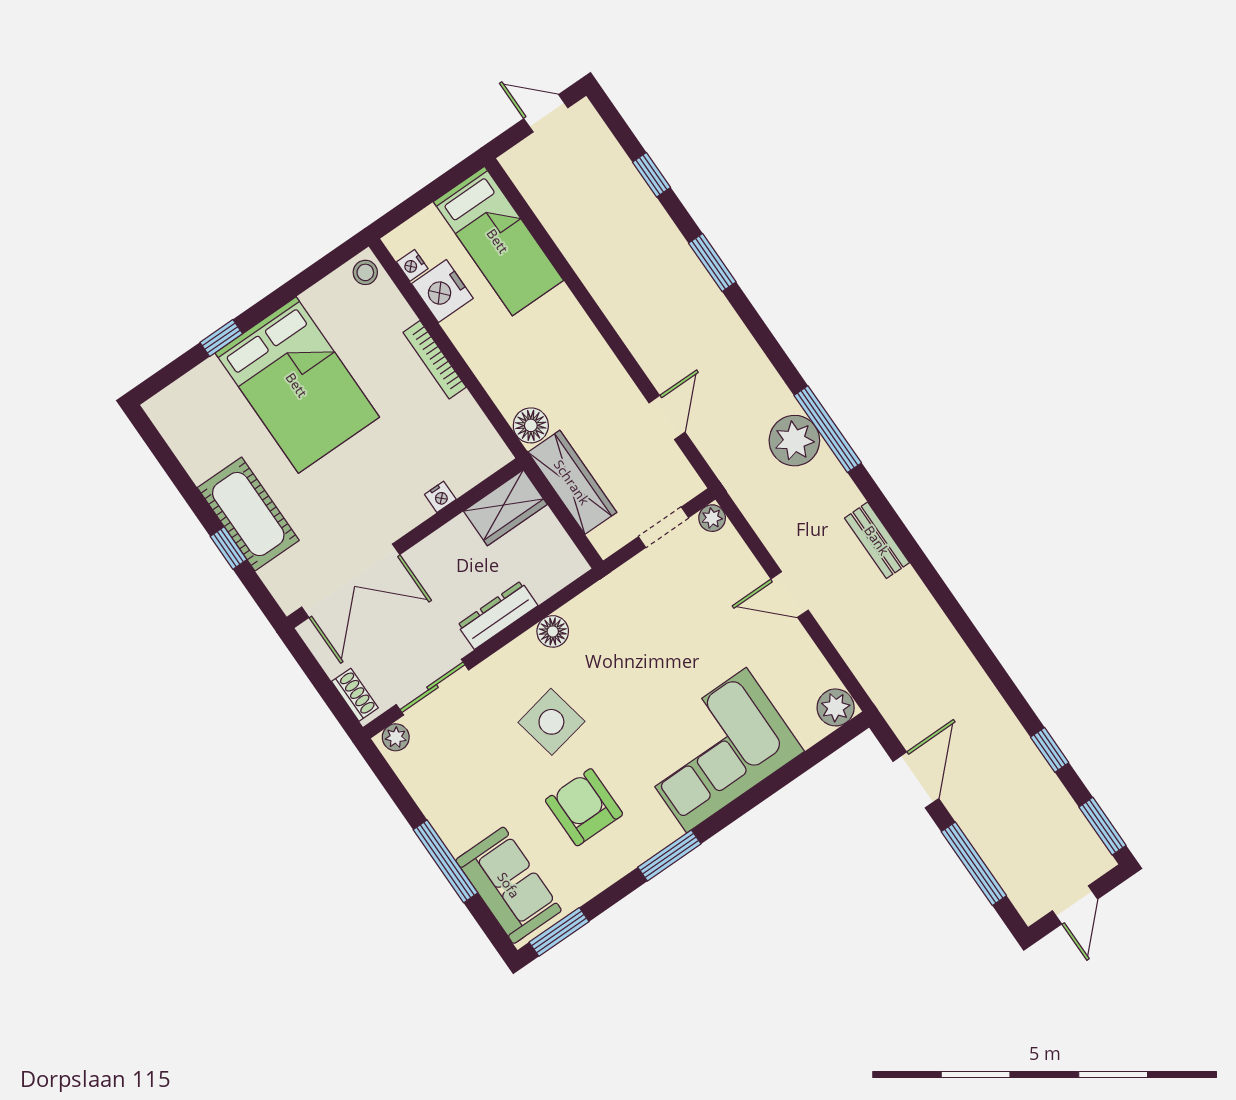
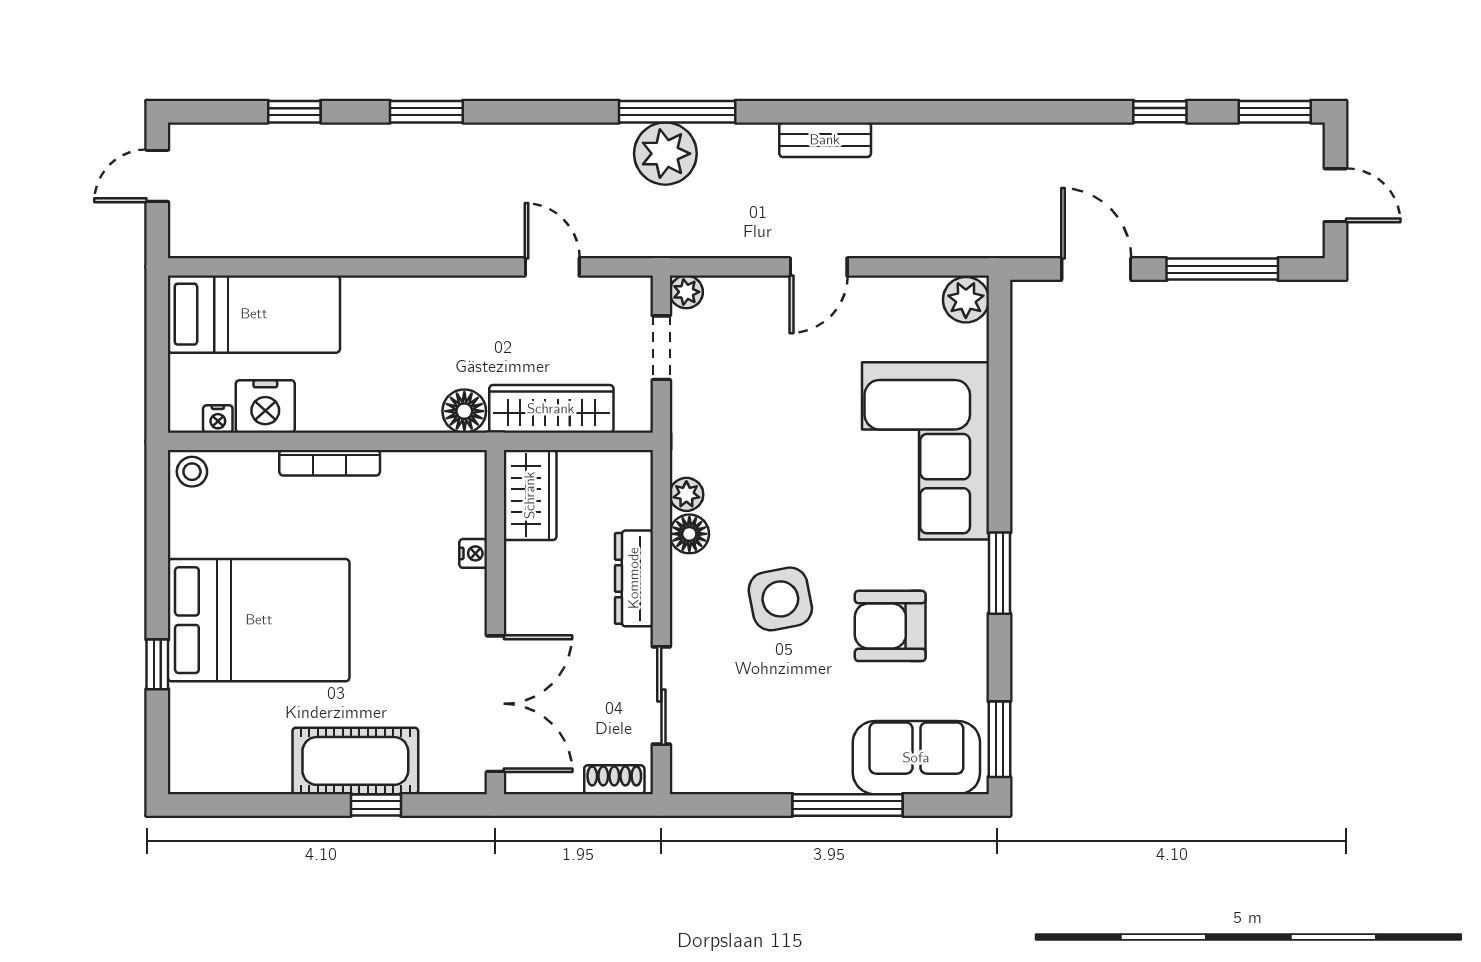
plant: (396, 737) -> (686, 494), moved

